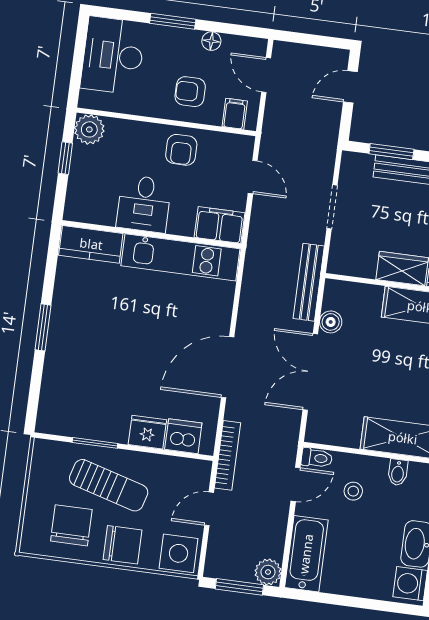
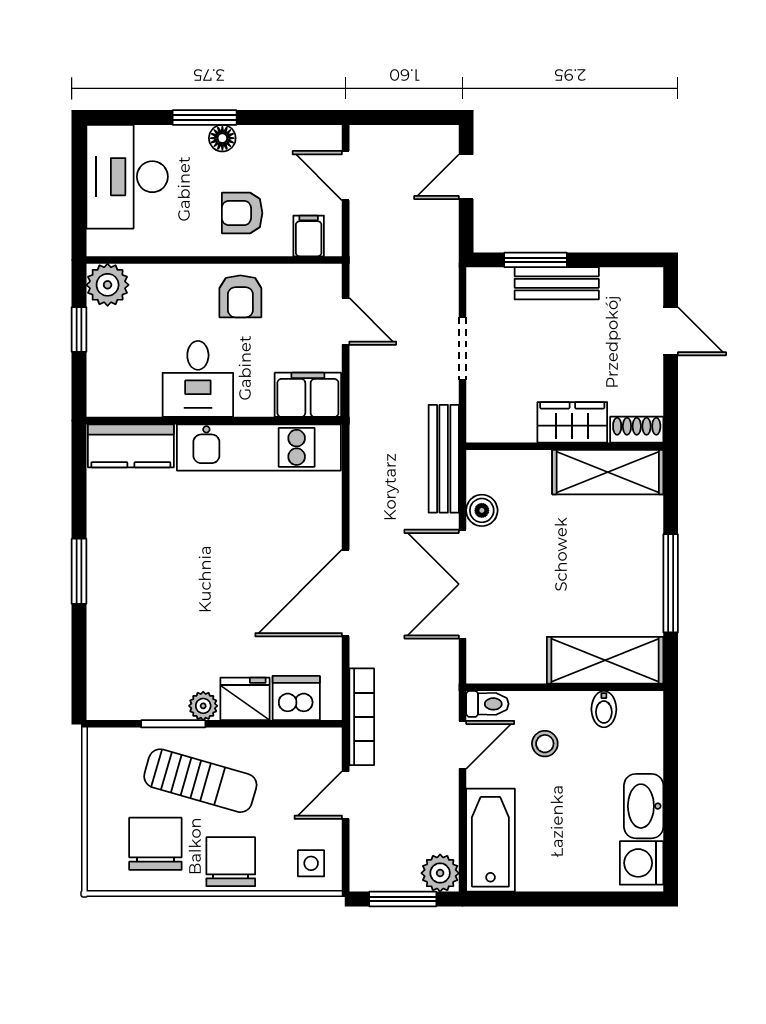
floor lamp: (211, 41) -> (222, 138), moved
plant: (118, 433) -> (203, 706), added
chair: (122, 545) -> (231, 862), turned -90
side table: (179, 553) -> (311, 863), width x0.54, depth x0.54

